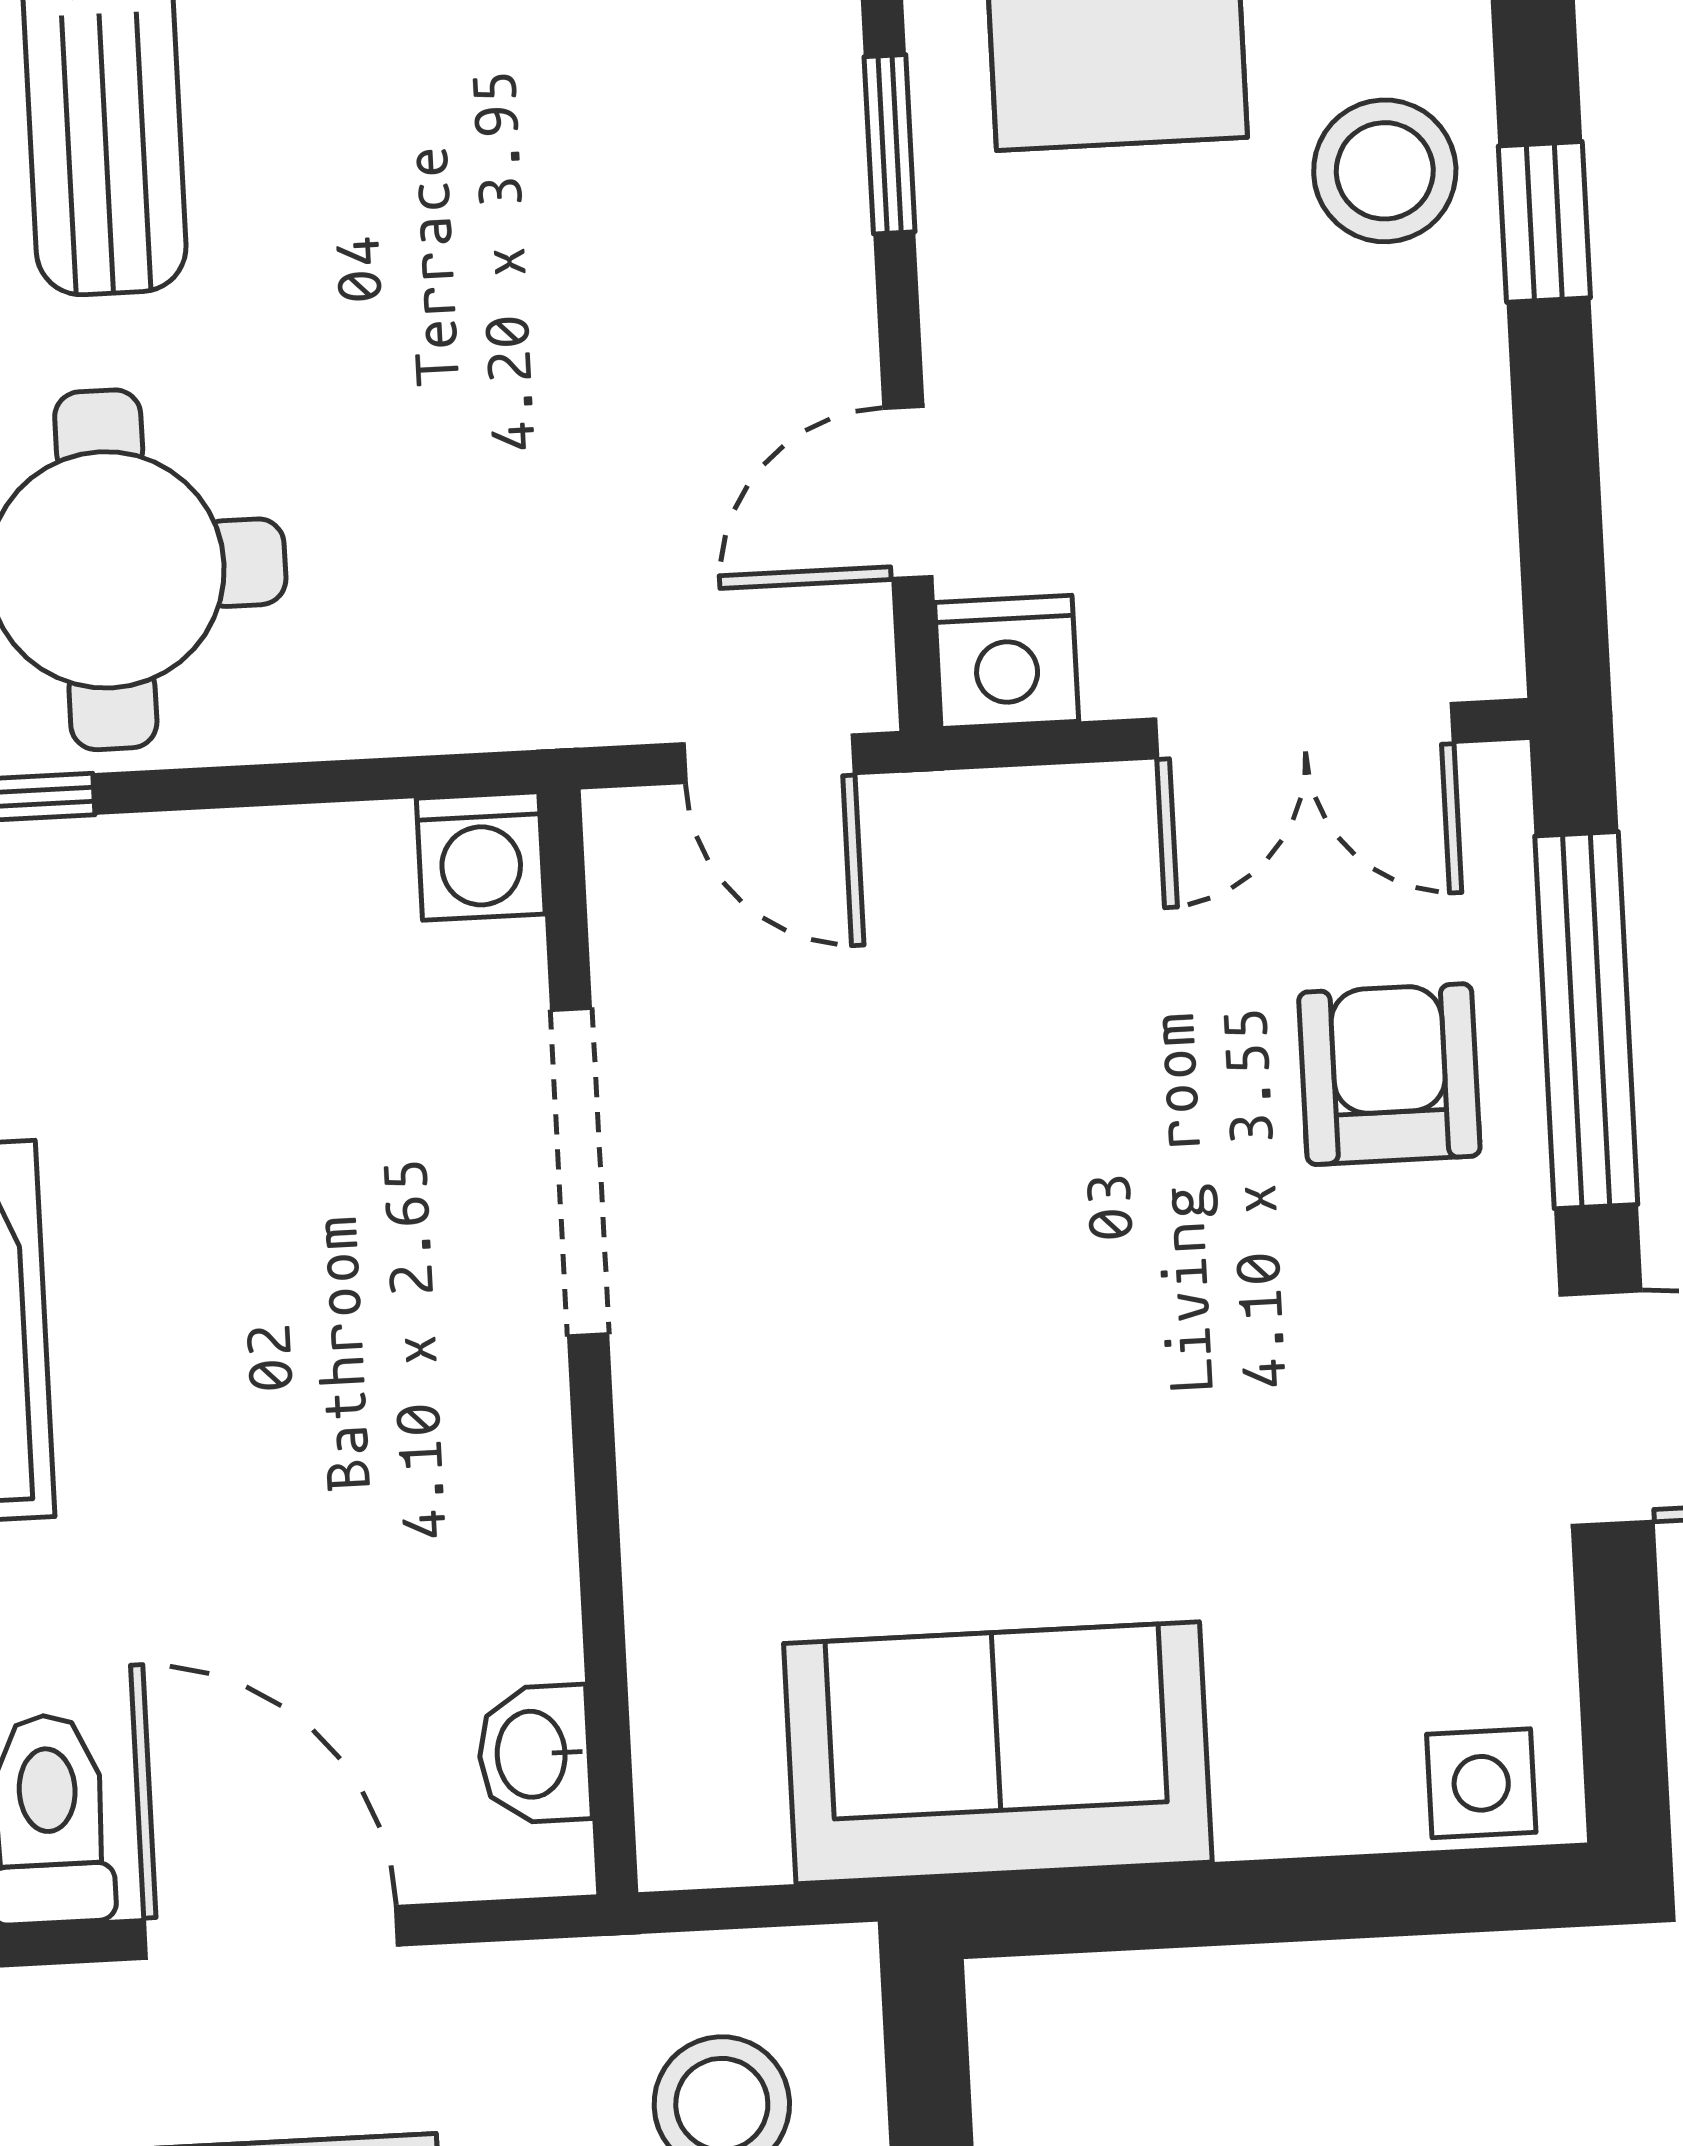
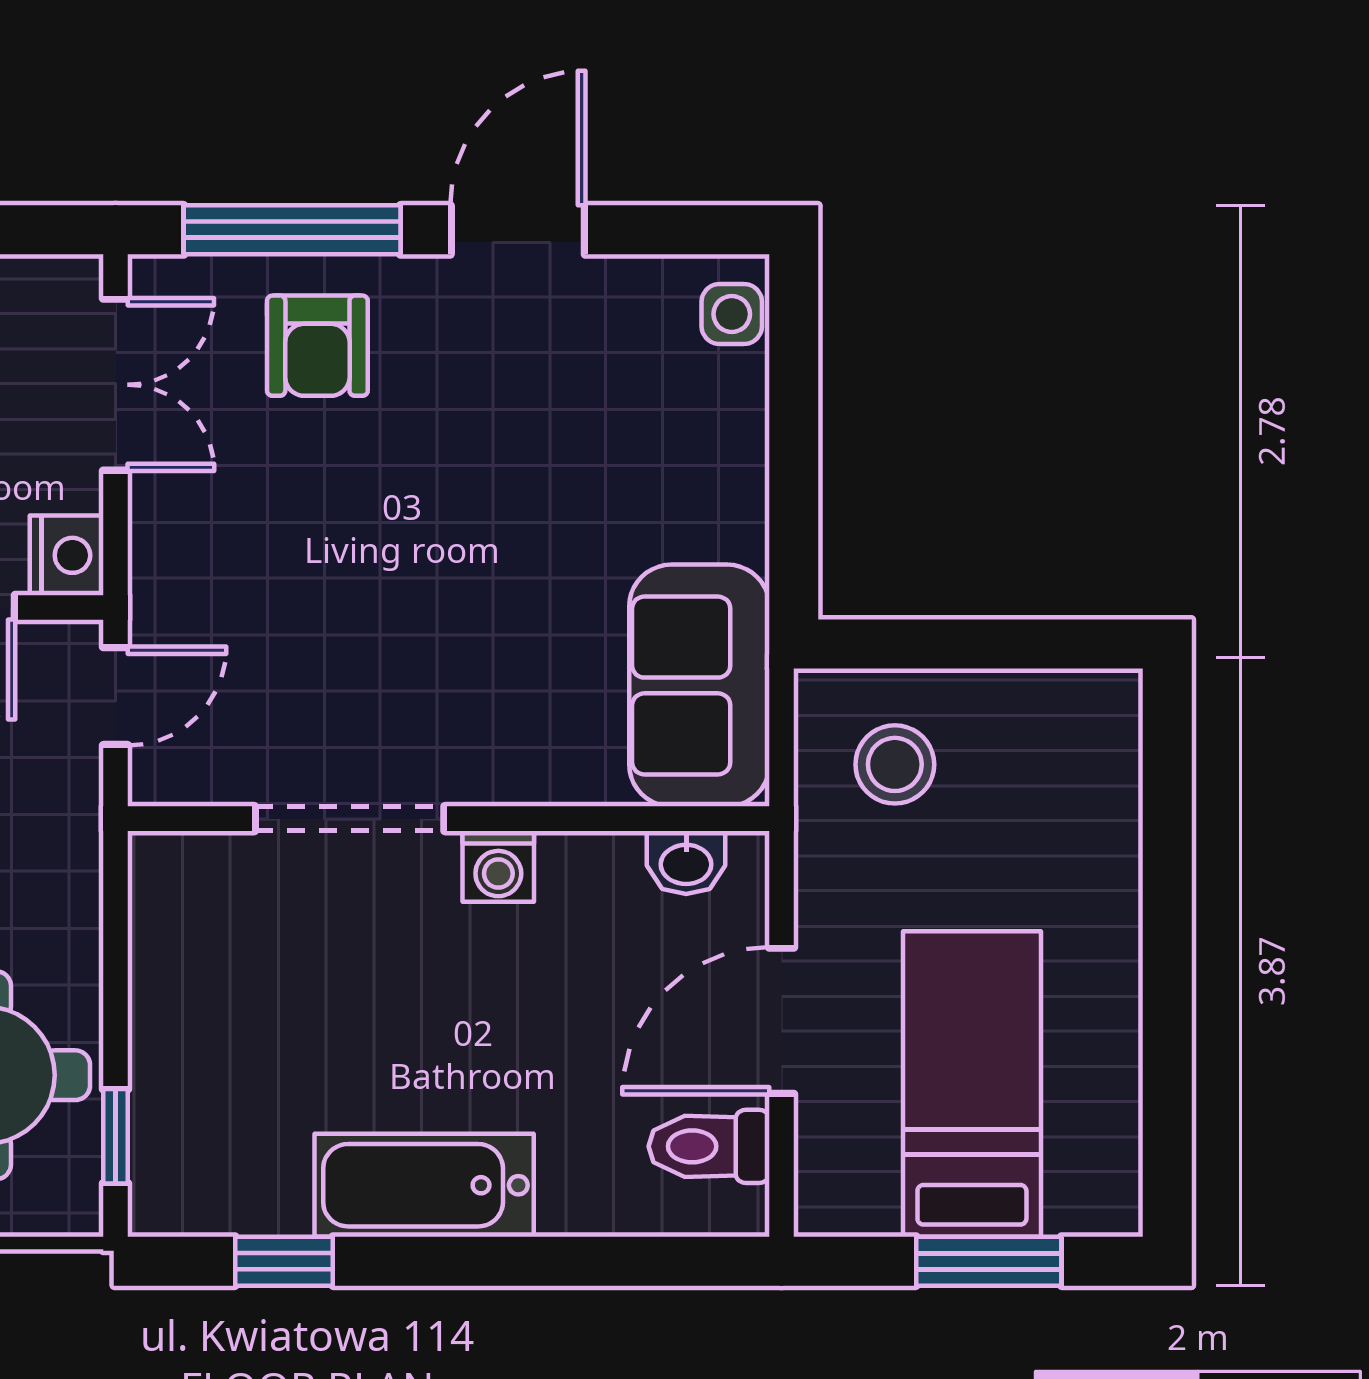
washing machine: (481, 856) -> (498, 866), moved, turned 90
armchair: (1389, 1074) -> (317, 346), turned -90
sofa: (998, 1753) -> (699, 685), moved

